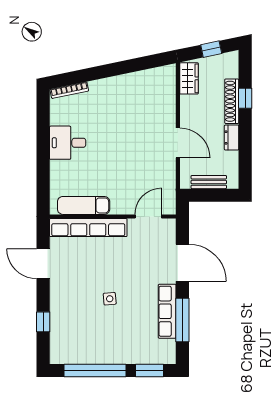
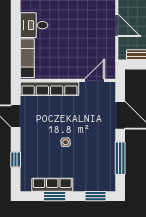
exam couch: (84, 205) -> (27, 58), moved, turned 90
row of seats: (167, 311) -> (52, 185), moved, turned 90
window: (95, 370) -> (55, 196), width x0.47

